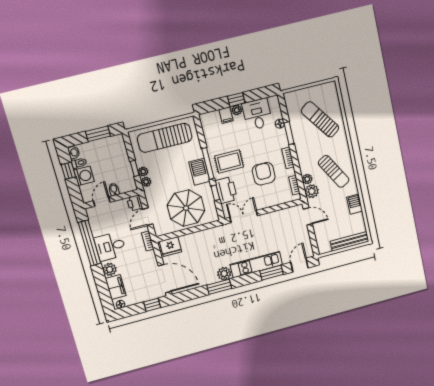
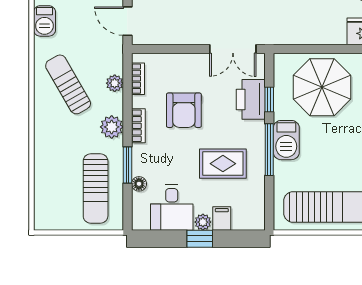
sun lounger: (320, 119) -> (96, 189), moved, turned 36
rug: (229, 161) -> (223, 164), moved
plant: (312, 191) -> (112, 127), moved

